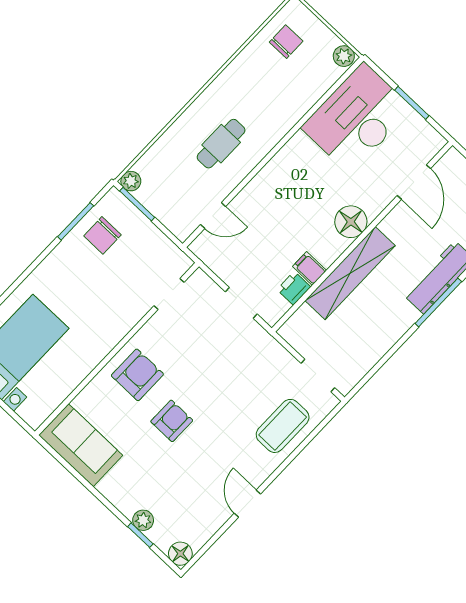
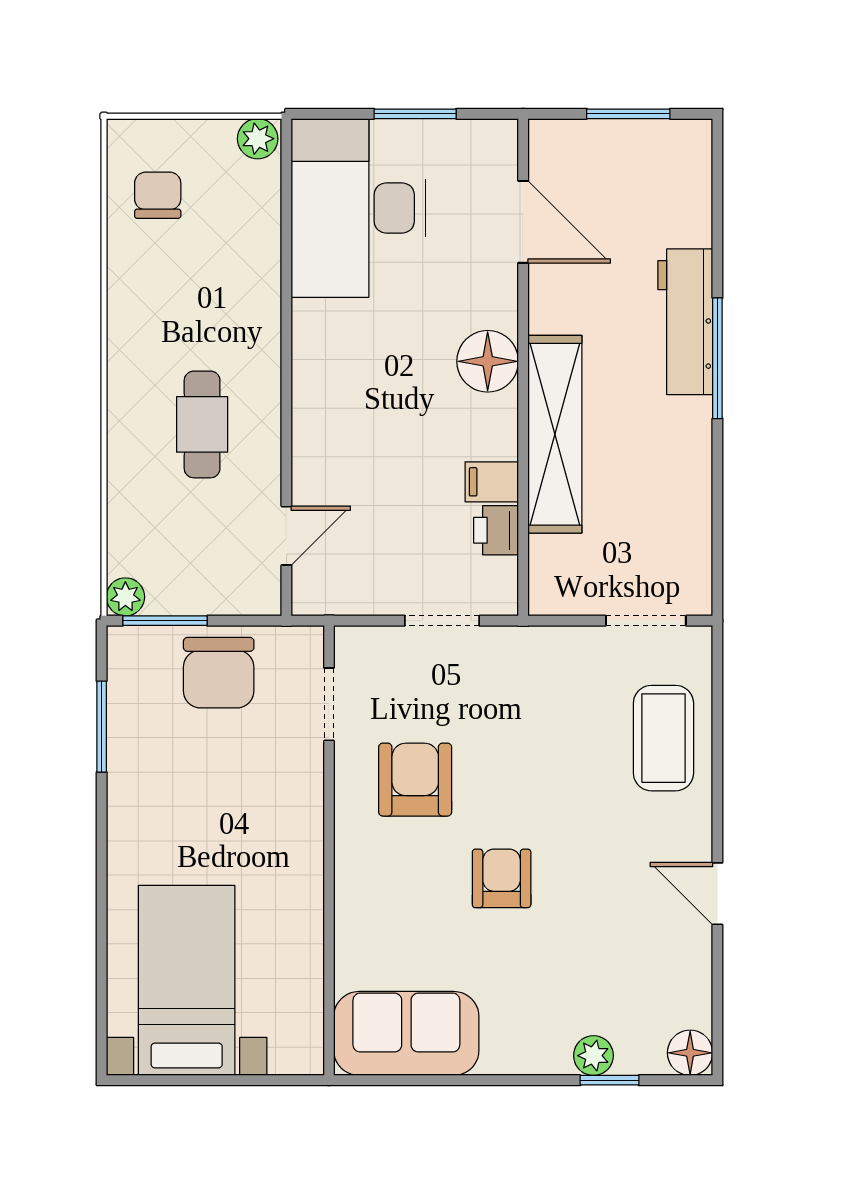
chair: (102, 235) -> (219, 673), moved, width x1.37, depth x1.37
armchair: (137, 375) -> (415, 780), moved

